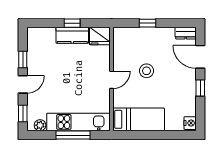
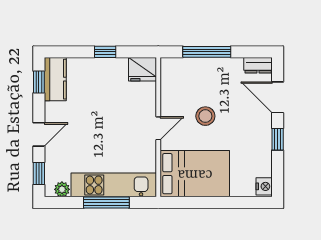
window: (147, 23) -> (207, 52), width x2.17
kitchen counter: (72, 35) -> (55, 79), moved, turned -90
window: (23, 60) -> (39, 82), moved
bed: (139, 119) -> (195, 174), width x1.50

